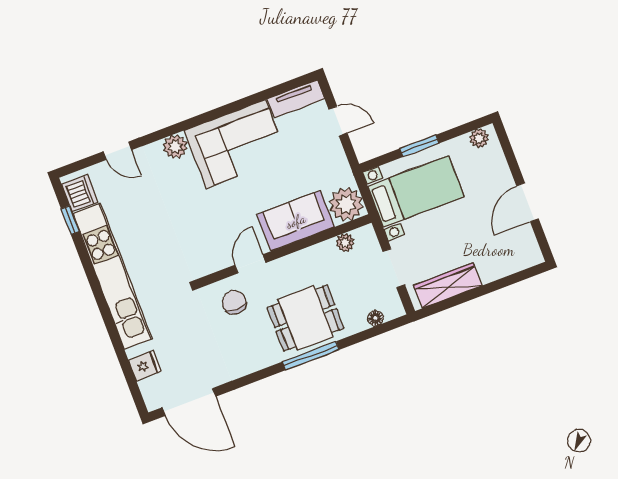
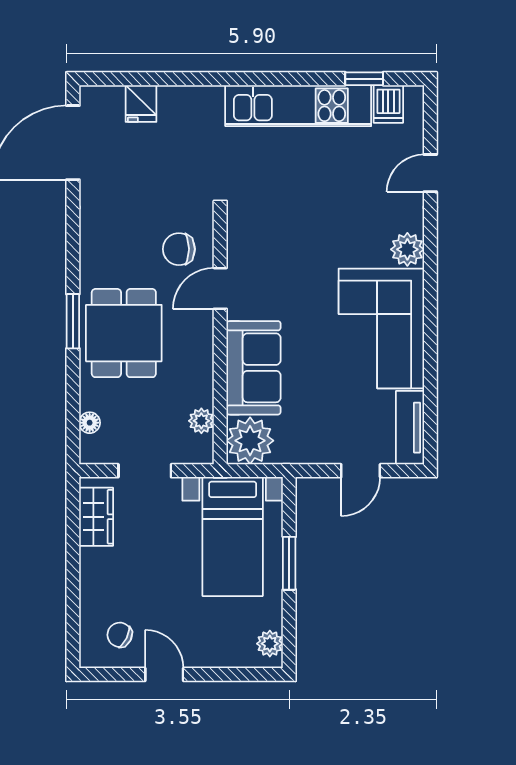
dishwasher: (80, 193) -> (388, 104), width x0.73
door: (527, 202) -> (164, 674), width x0.73
chair: (512, 243) -> (120, 635), added
door: (250, 264) -> (220, 288), swing flipped
kitchen unit: (112, 276) -> (298, 106), width x0.73
wardrobe: (448, 286) -> (96, 517), width x0.67
chair: (234, 302) -> (179, 249), turned 180
window: (311, 356) -> (73, 321), width x0.69

